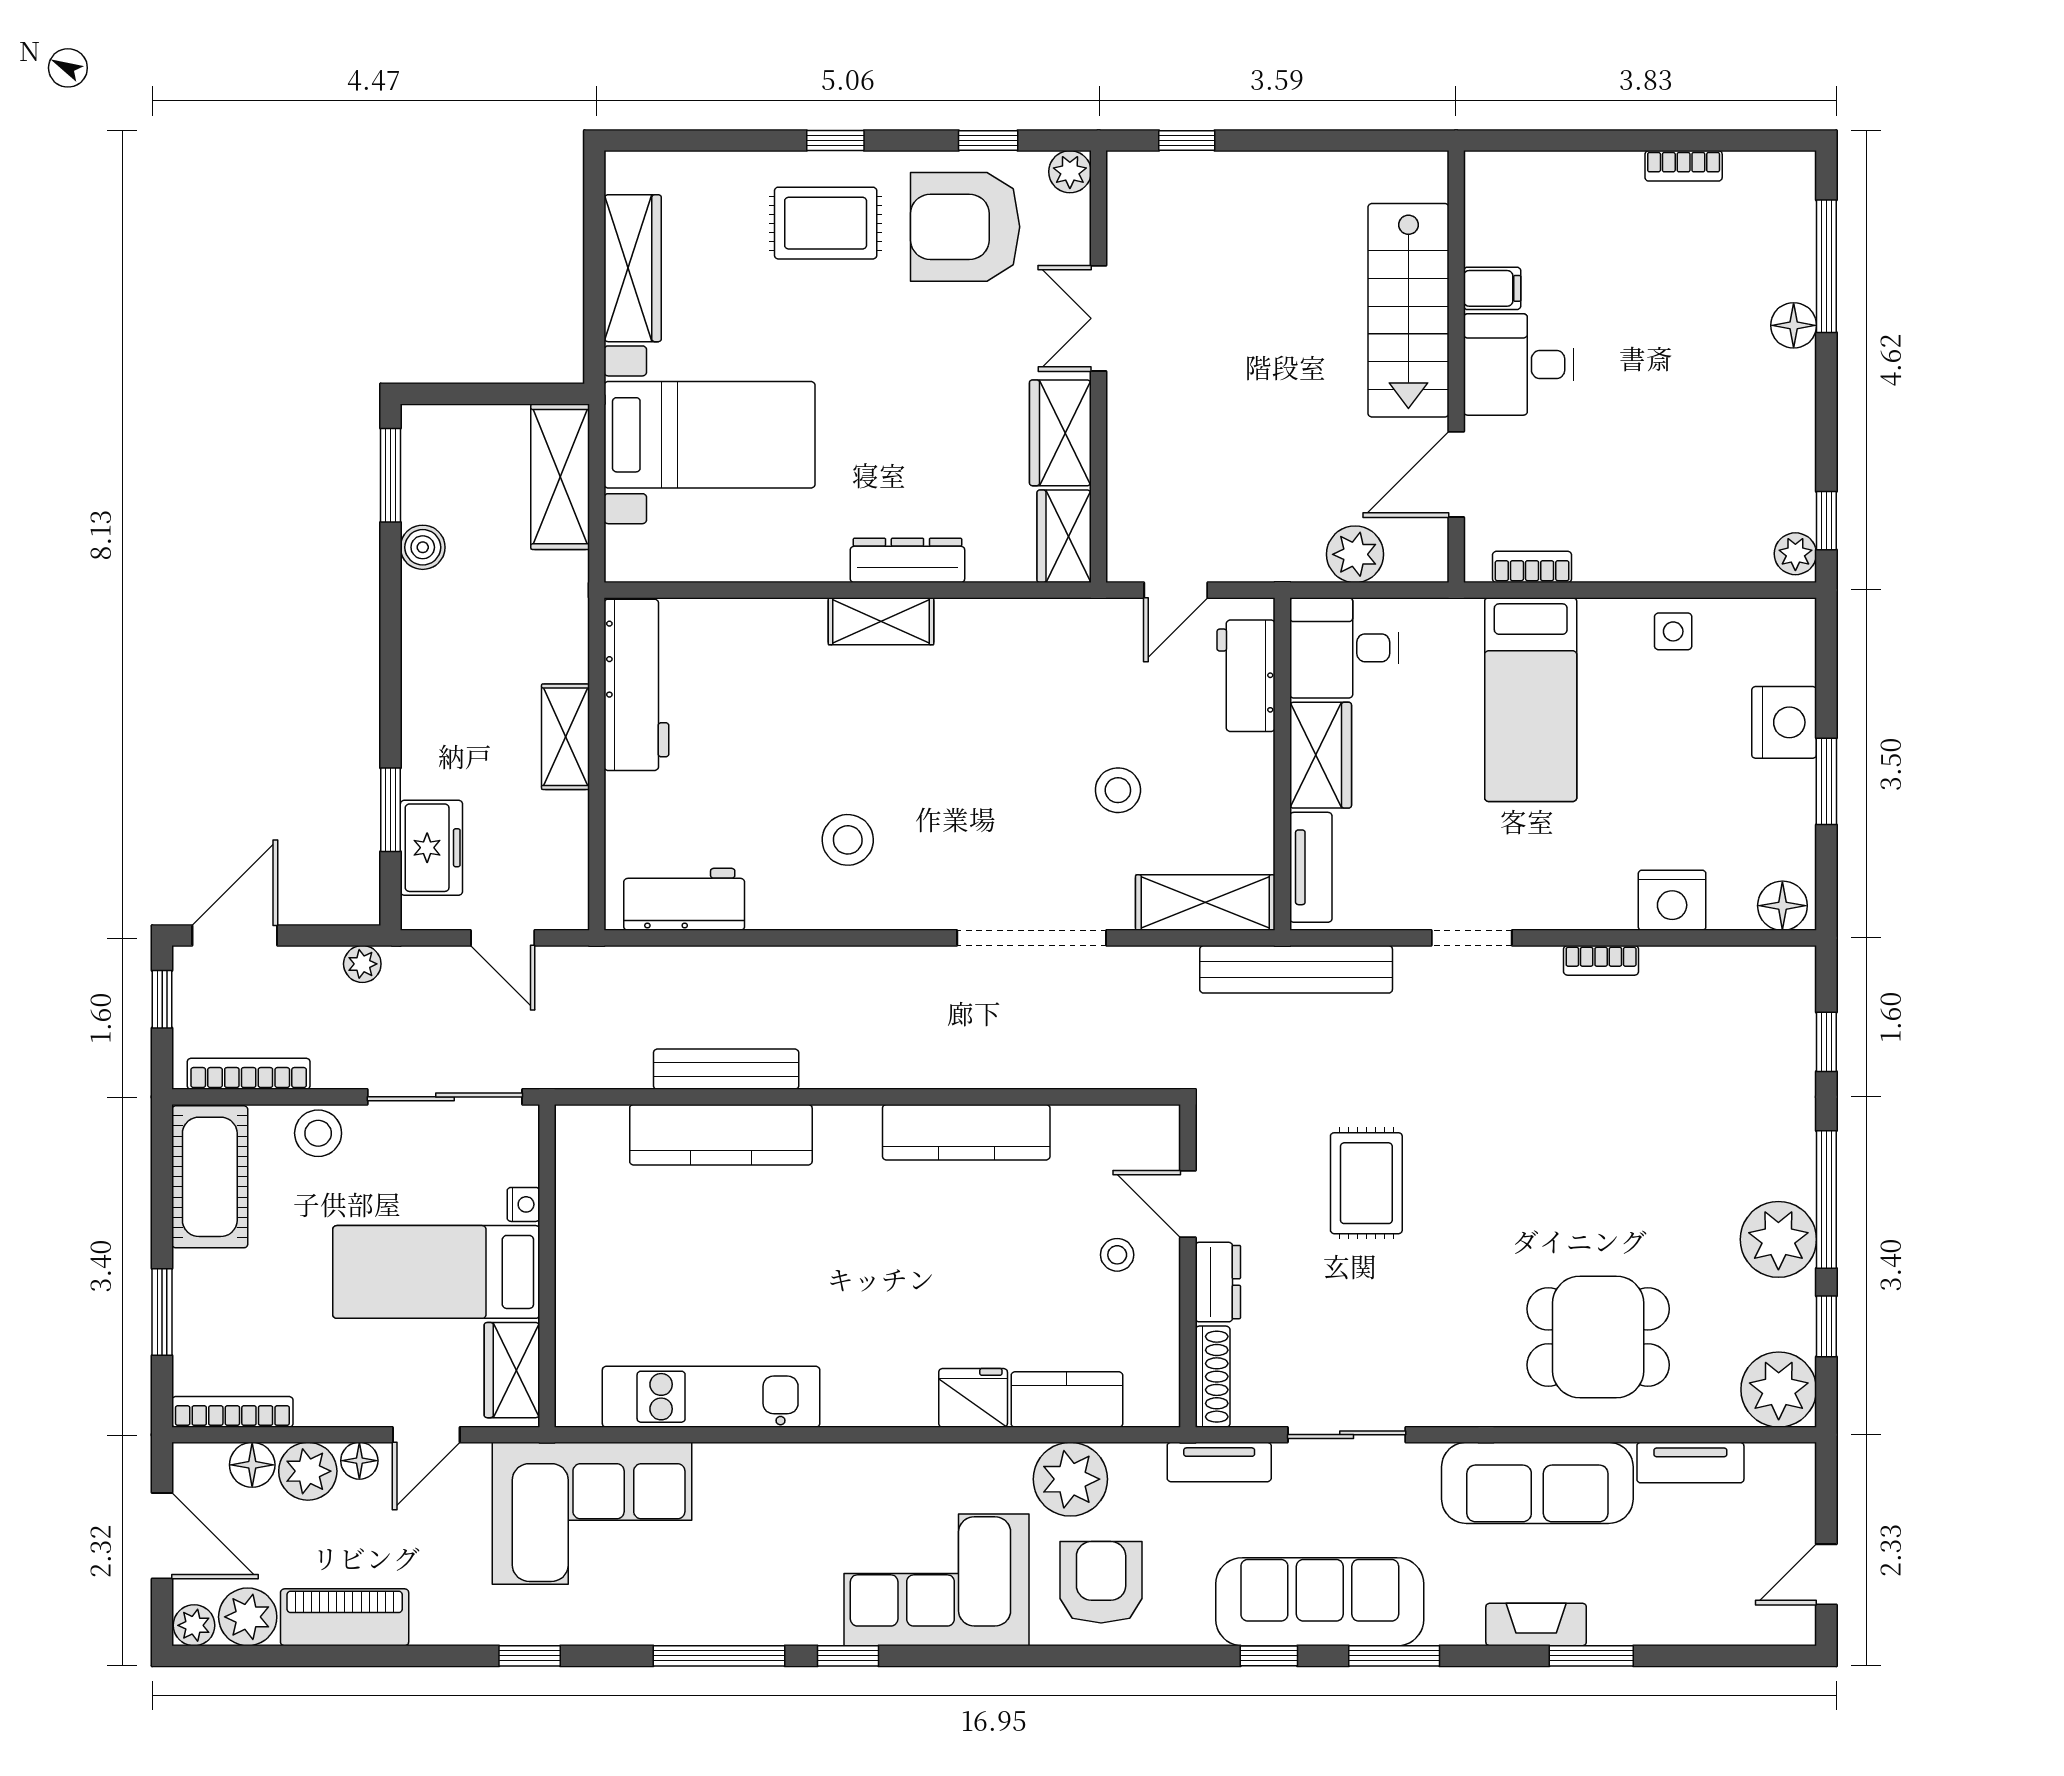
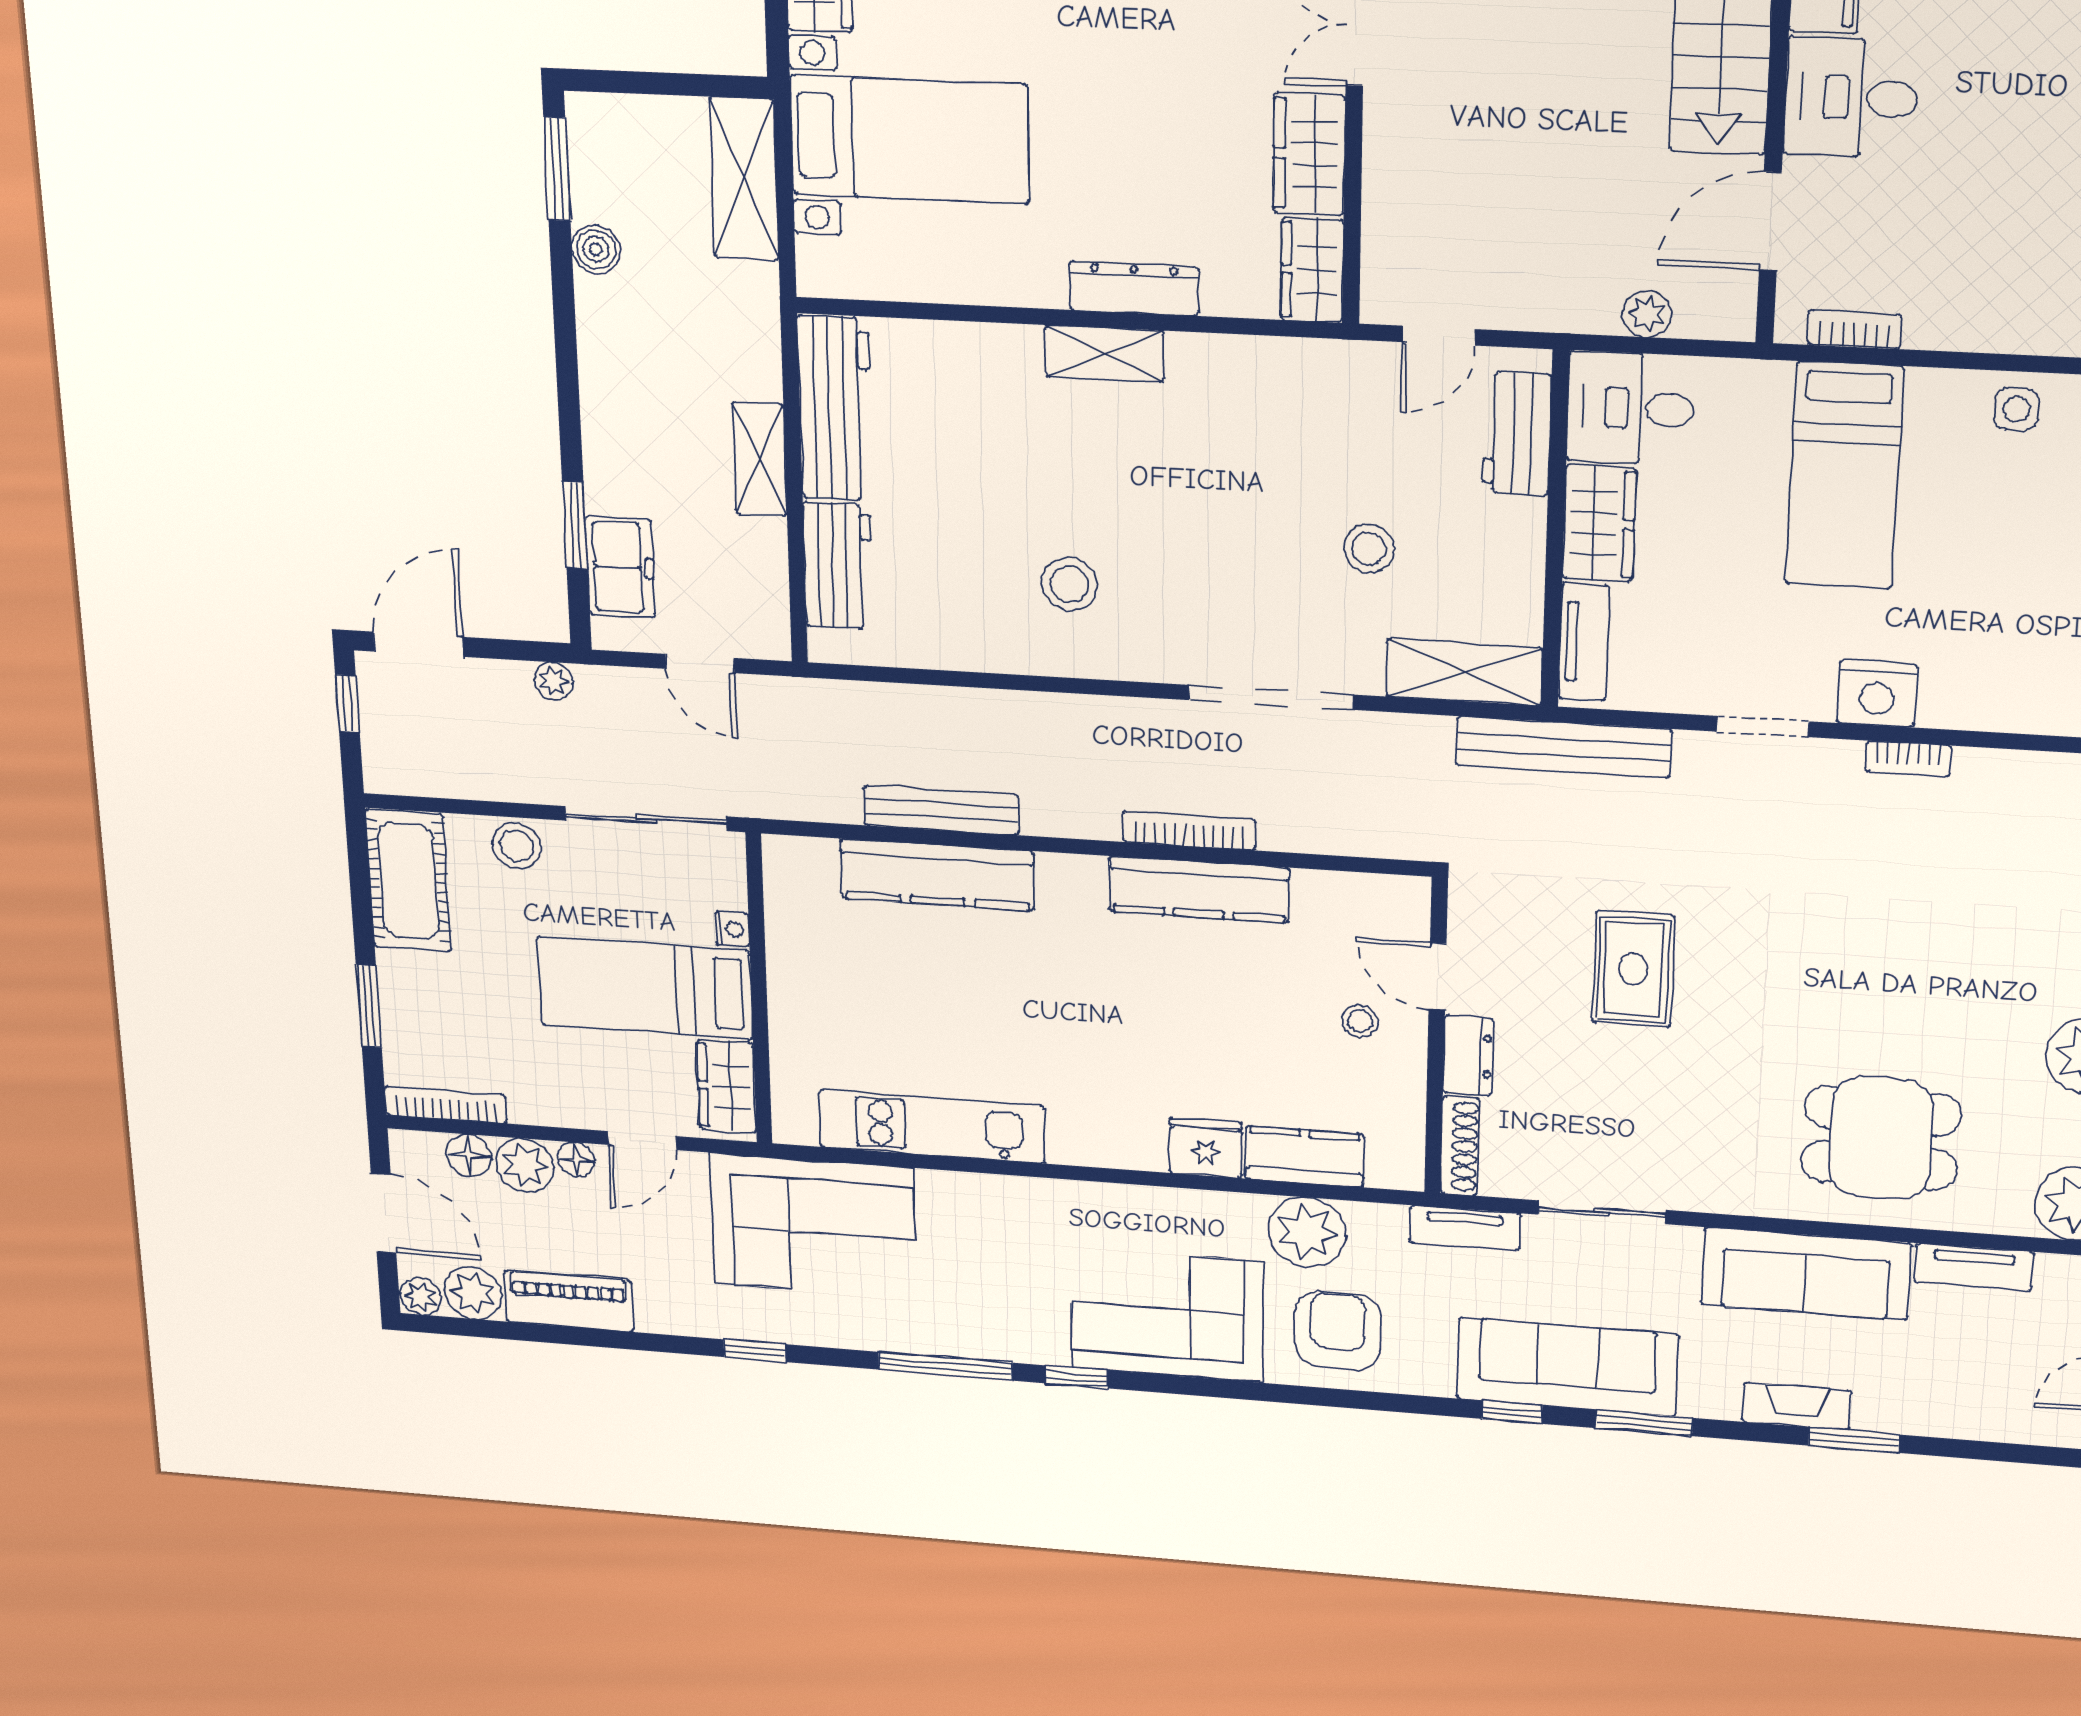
plant: (1355, 554) -> (1647, 314), width x0.73, depth x0.73
workbench: (684, 899) -> (838, 566), moved, turned 90
nightstand: (1672, 900) -> (1877, 694), moved
bookcase: (249, 1074) -> (1189, 830), moved

